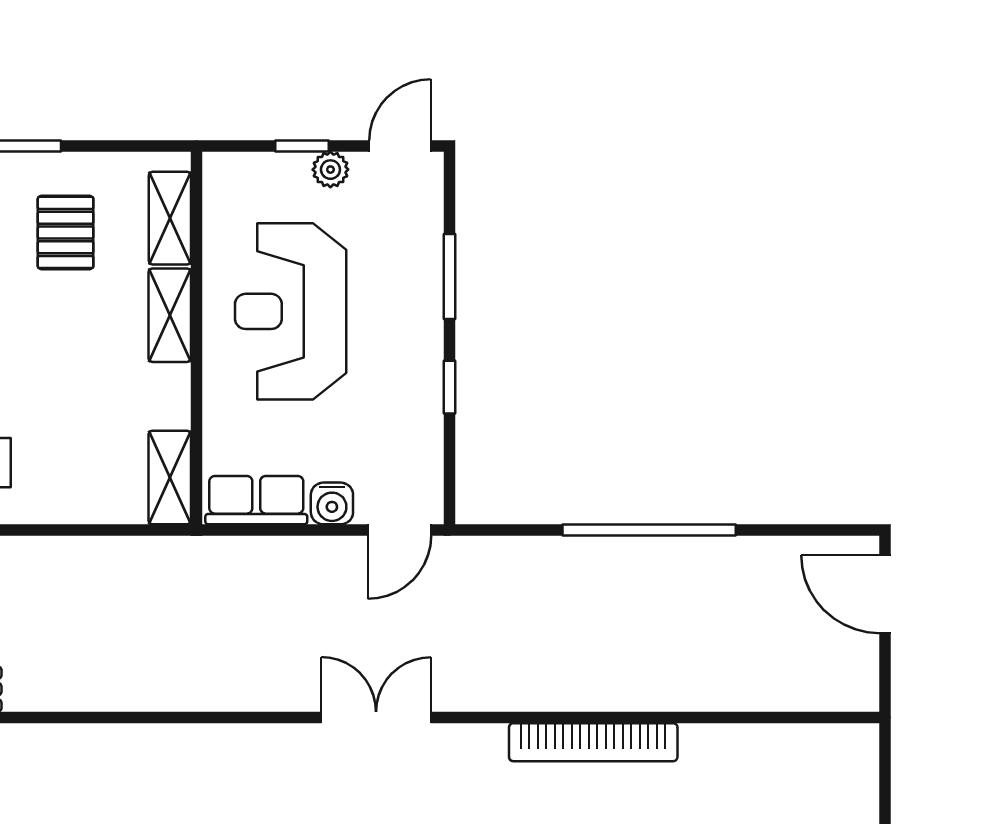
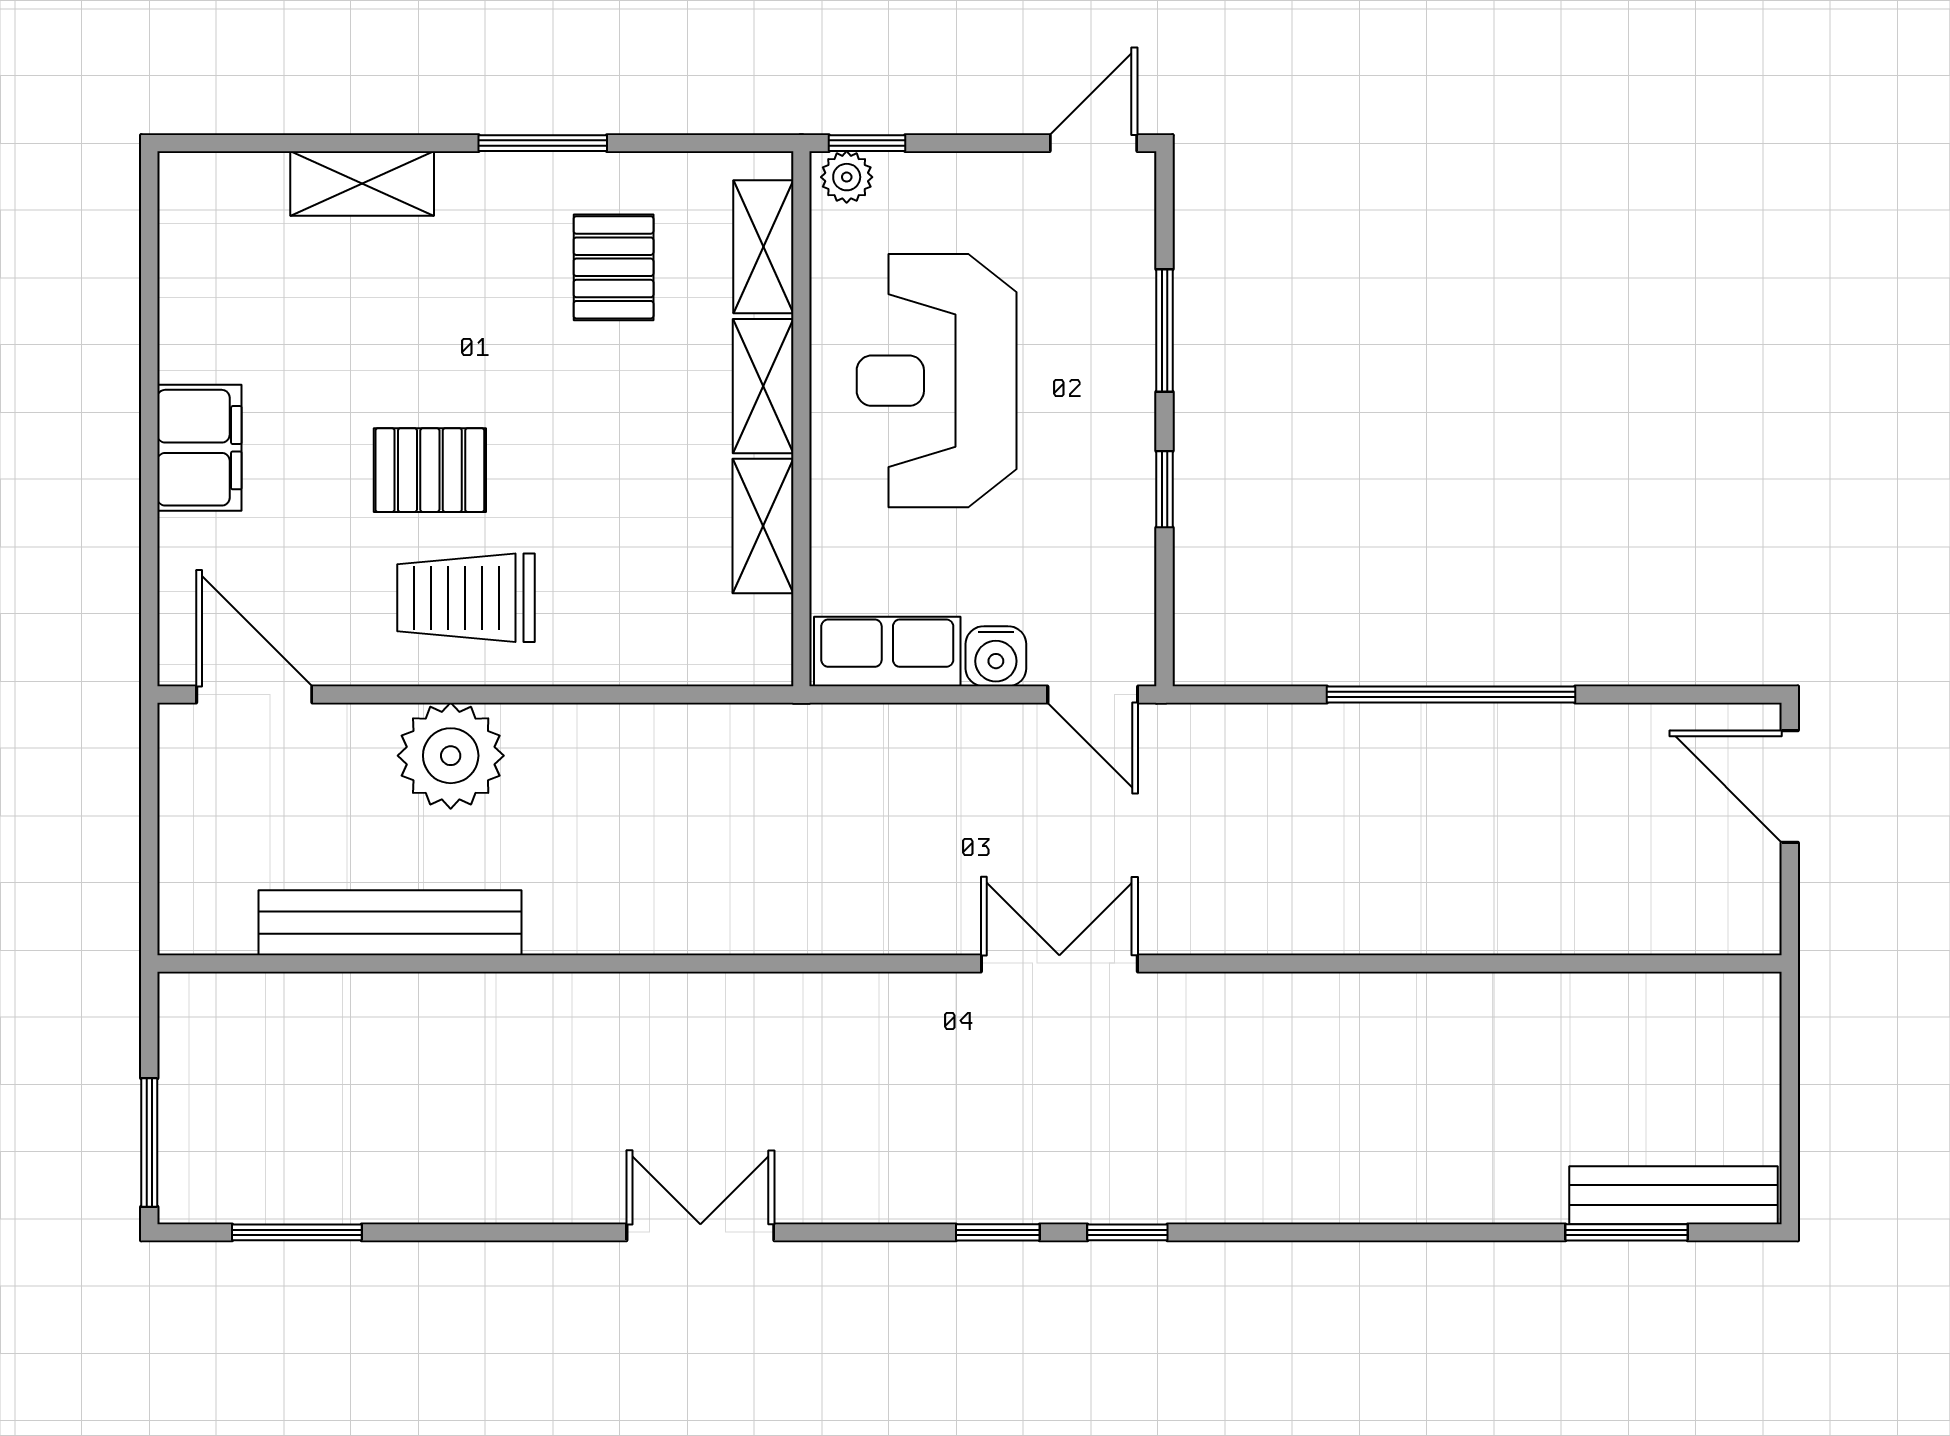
window: (302, 146) -> (867, 143), moved
plant: (330, 170) -> (847, 177), moved
shelving: (170, 478) -> (763, 526), moved
door: (399, 530) -> (1093, 695), hinge flipped
bookcase: (593, 742) -> (1371, 999), removed

